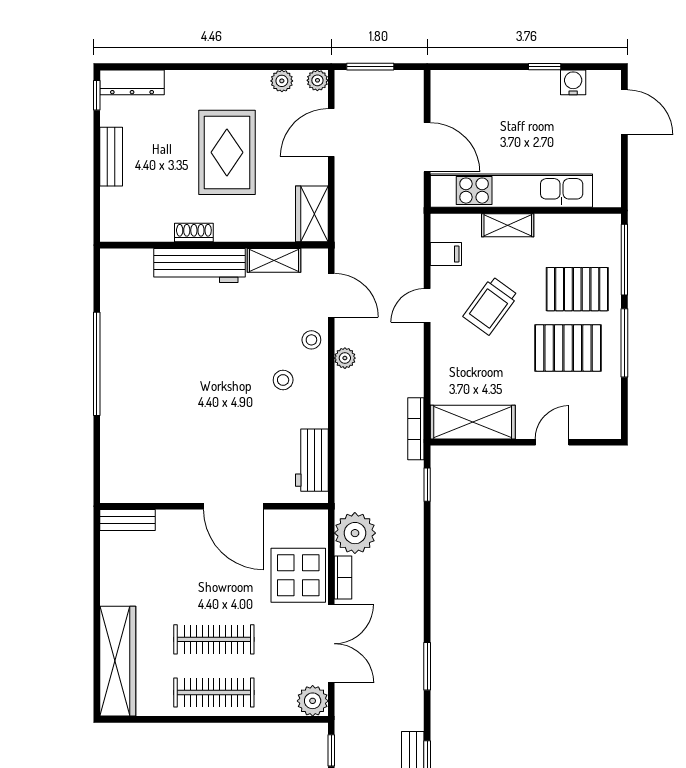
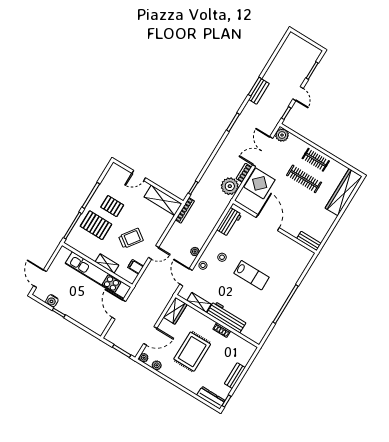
pallet: (568, 348) -> (112, 206), width x0.67, depth x0.71
lab bench: (201, 380) -> (251, 275), added
clothes rail: (214, 693) -> (316, 160), width x0.73

